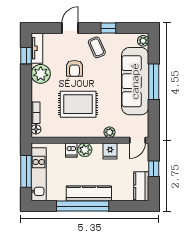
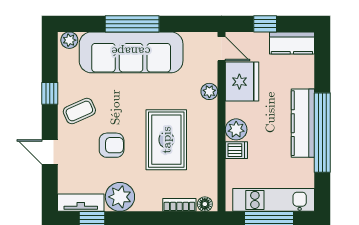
fridge: (110, 151) -> (242, 82), width x1.88, depth x1.34

